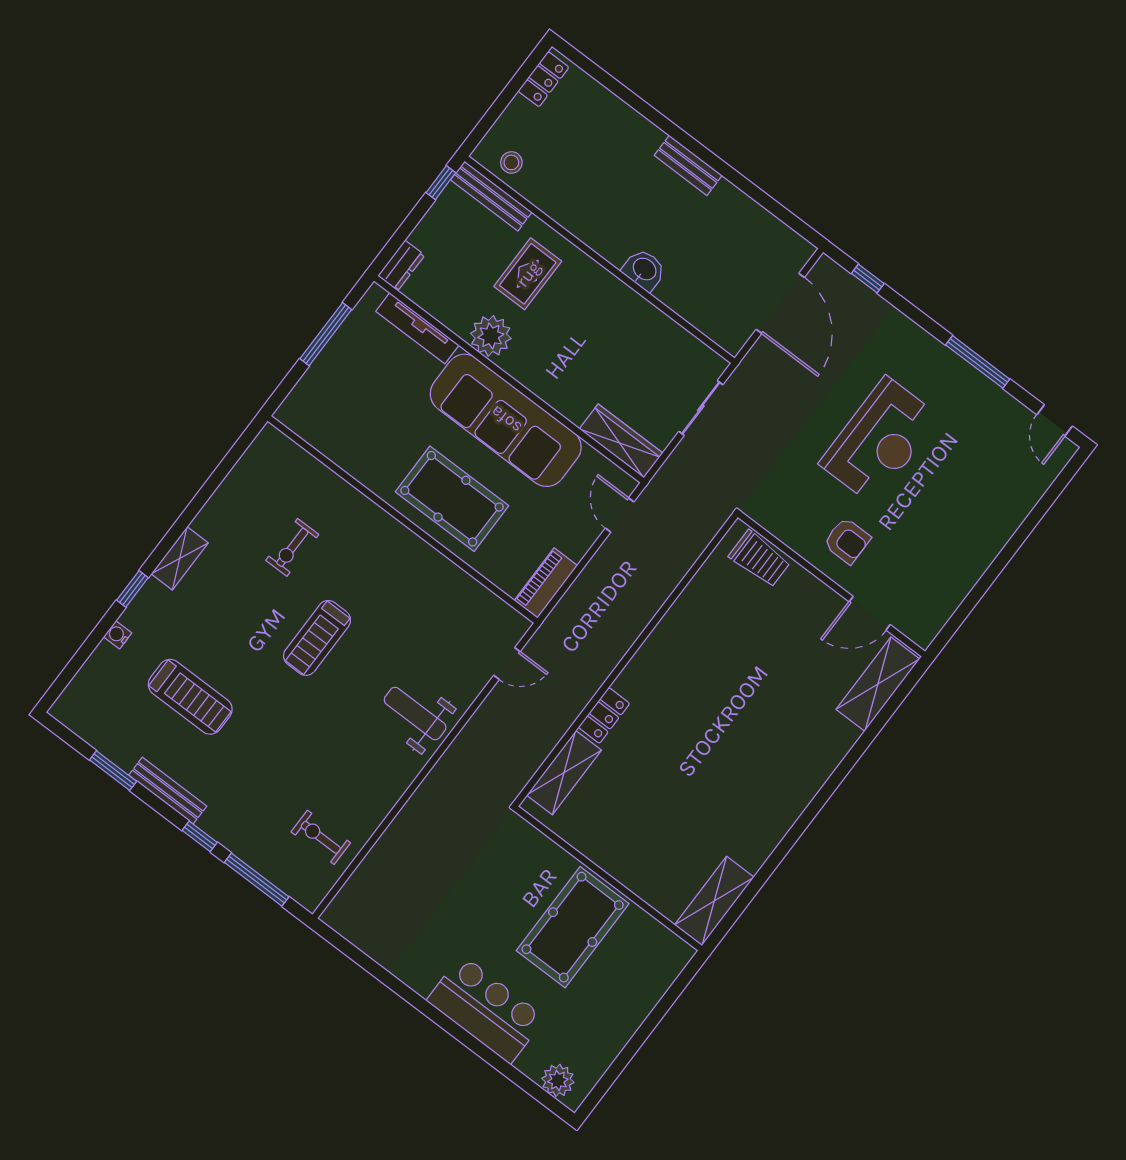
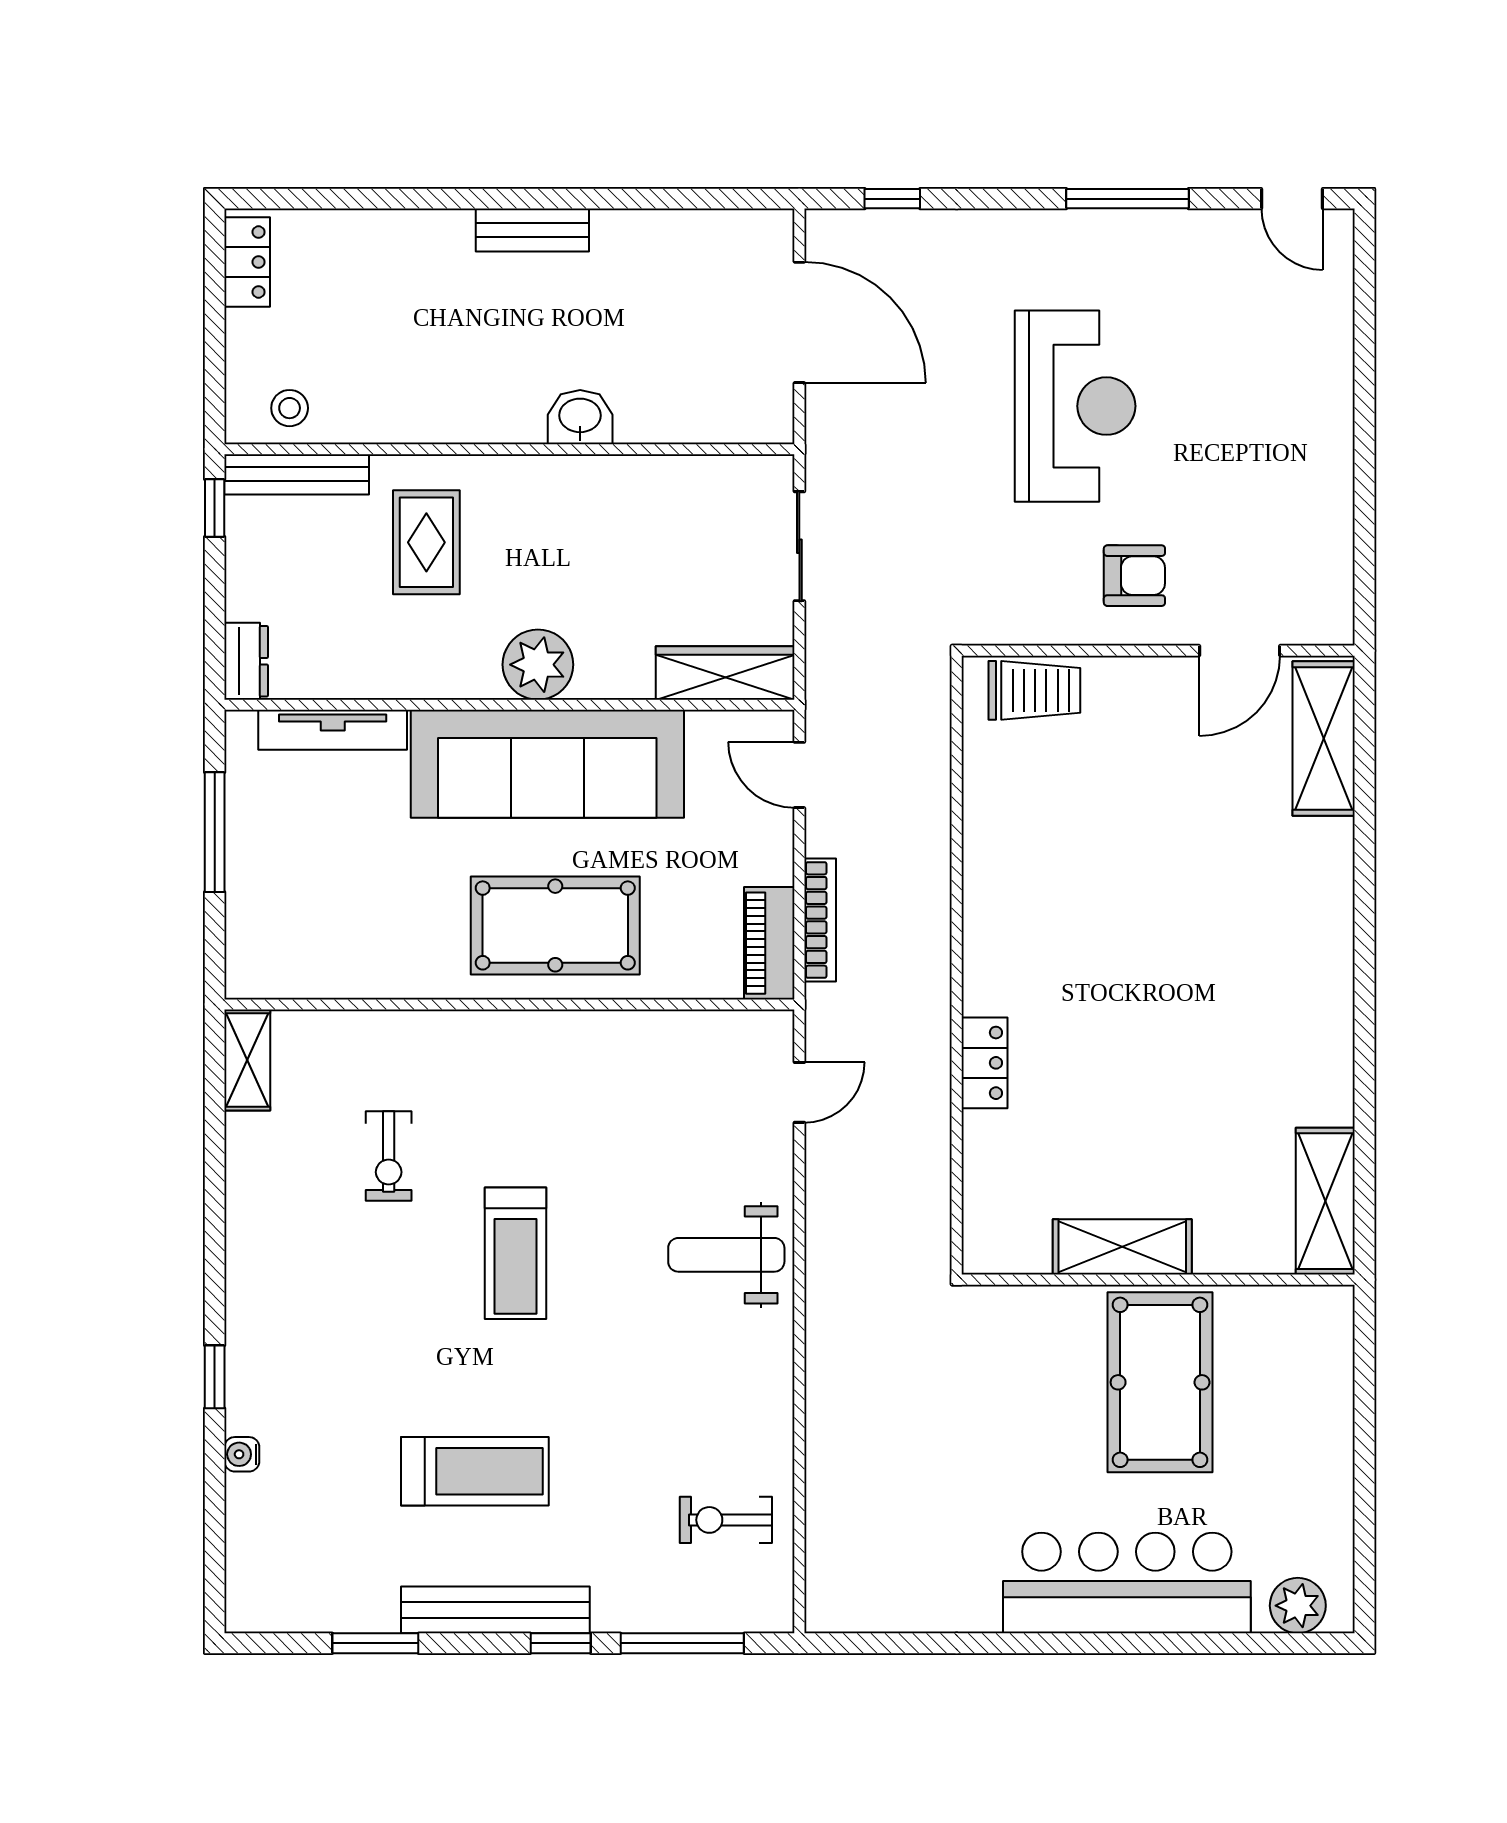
plant: (491, 336) -> (538, 665), moved
shelving: (180, 558) -> (247, 1060), moved
bookcase: (578, 590) -> (820, 920), added
treadmill: (190, 697) -> (475, 1471), moved
shelving: (564, 773) -> (1122, 1247), moved, turned 90
bench: (168, 791) -> (495, 1610), width x1.37, depth x1.21
bar counter: (486, 1009) -> (1127, 1583), width x1.36

